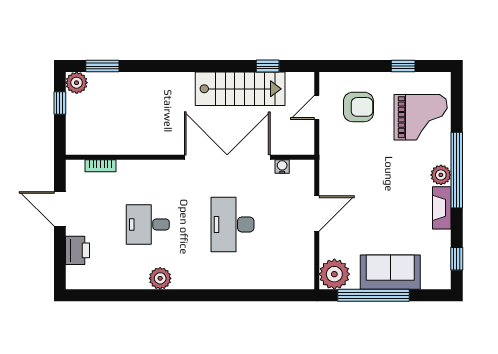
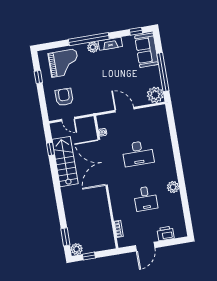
grand piano: (421, 117) -> (64, 63), turned 90
sofa: (390, 272) -> (146, 50), moved

